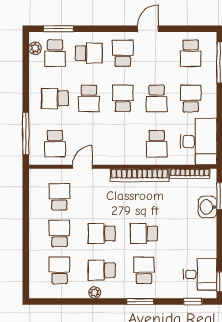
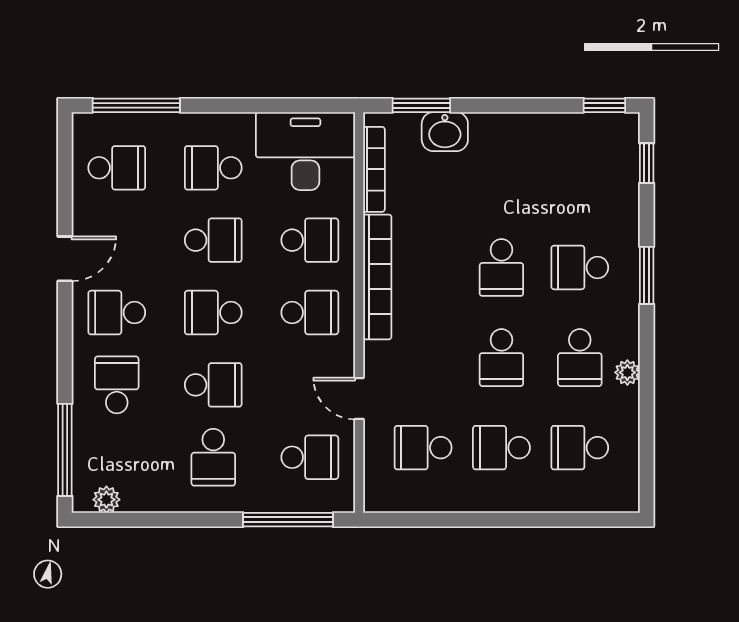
window: (58, 29) -> (65, 450), width x1.44
door: (148, 29) -> (65, 259), swing flipped
school desk: (55, 53) -> (310, 313), moved
desk: (200, 274) -> (589, 148), removed

